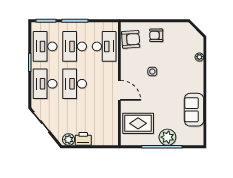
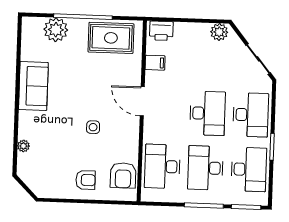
armchair: (131, 39) -> (123, 175), turned -86
desk: (75, 46) -> (206, 168), turned 180
sofa: (194, 110) -> (33, 86), moved
filing cabinet: (112, 117) -> (155, 63), added
rug: (138, 123) -> (111, 38), moved
plant: (167, 137) -> (56, 30), moved
printer: (83, 139) -> (161, 31), moved

